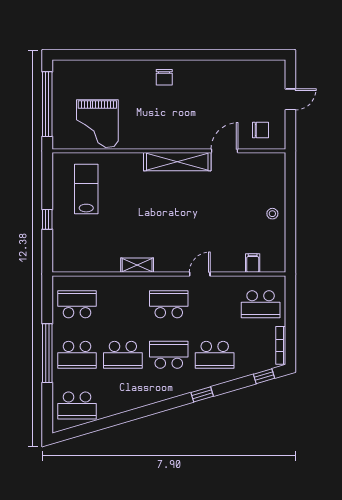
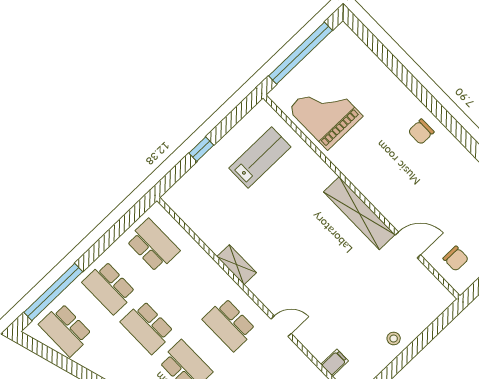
grand piano: (97, 124) -> (325, 113), turned 90
school desk: (169, 304) -> (229, 325), turned 180
window: (47, 353) -> (53, 292), moved

